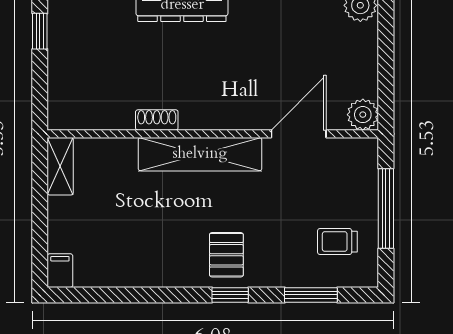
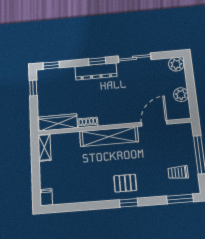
wardrobe: (92, 114) -> (58, 122), added
plant: (363, 115) -> (181, 95), moved
pallet: (226, 255) -> (125, 183), turned 90
window: (311, 295) -> (180, 199), moved

